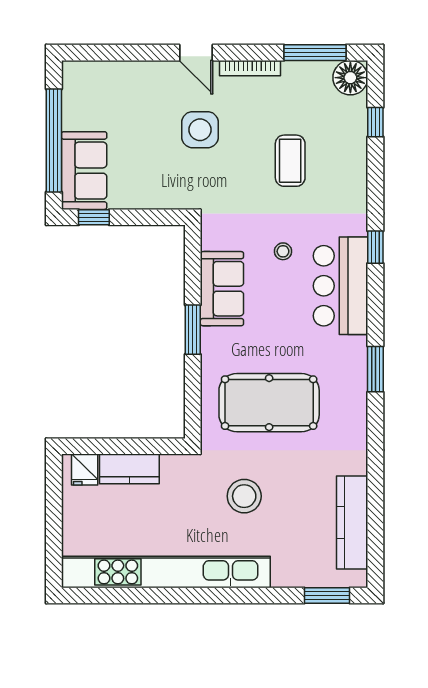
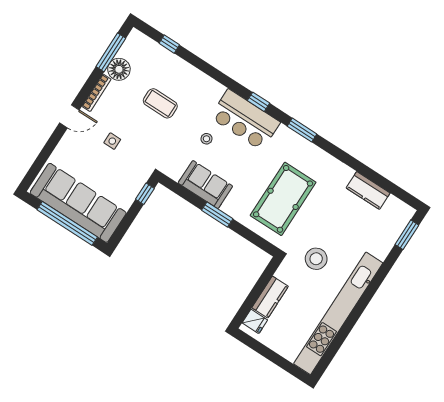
floor lamp: (350, 78) -> (119, 69), moved
side table: (200, 130) -> (112, 141), width x0.54, depth x0.54
sofa: (84, 171) -> (78, 203), width x1.85, depth x1.27
window: (94, 217) -> (145, 194), moved
window: (375, 247) -> (258, 102), moved
stool: (244, 496) -> (316, 259), moved
kitchen counter: (352, 523) -> (368, 190), width x0.67

